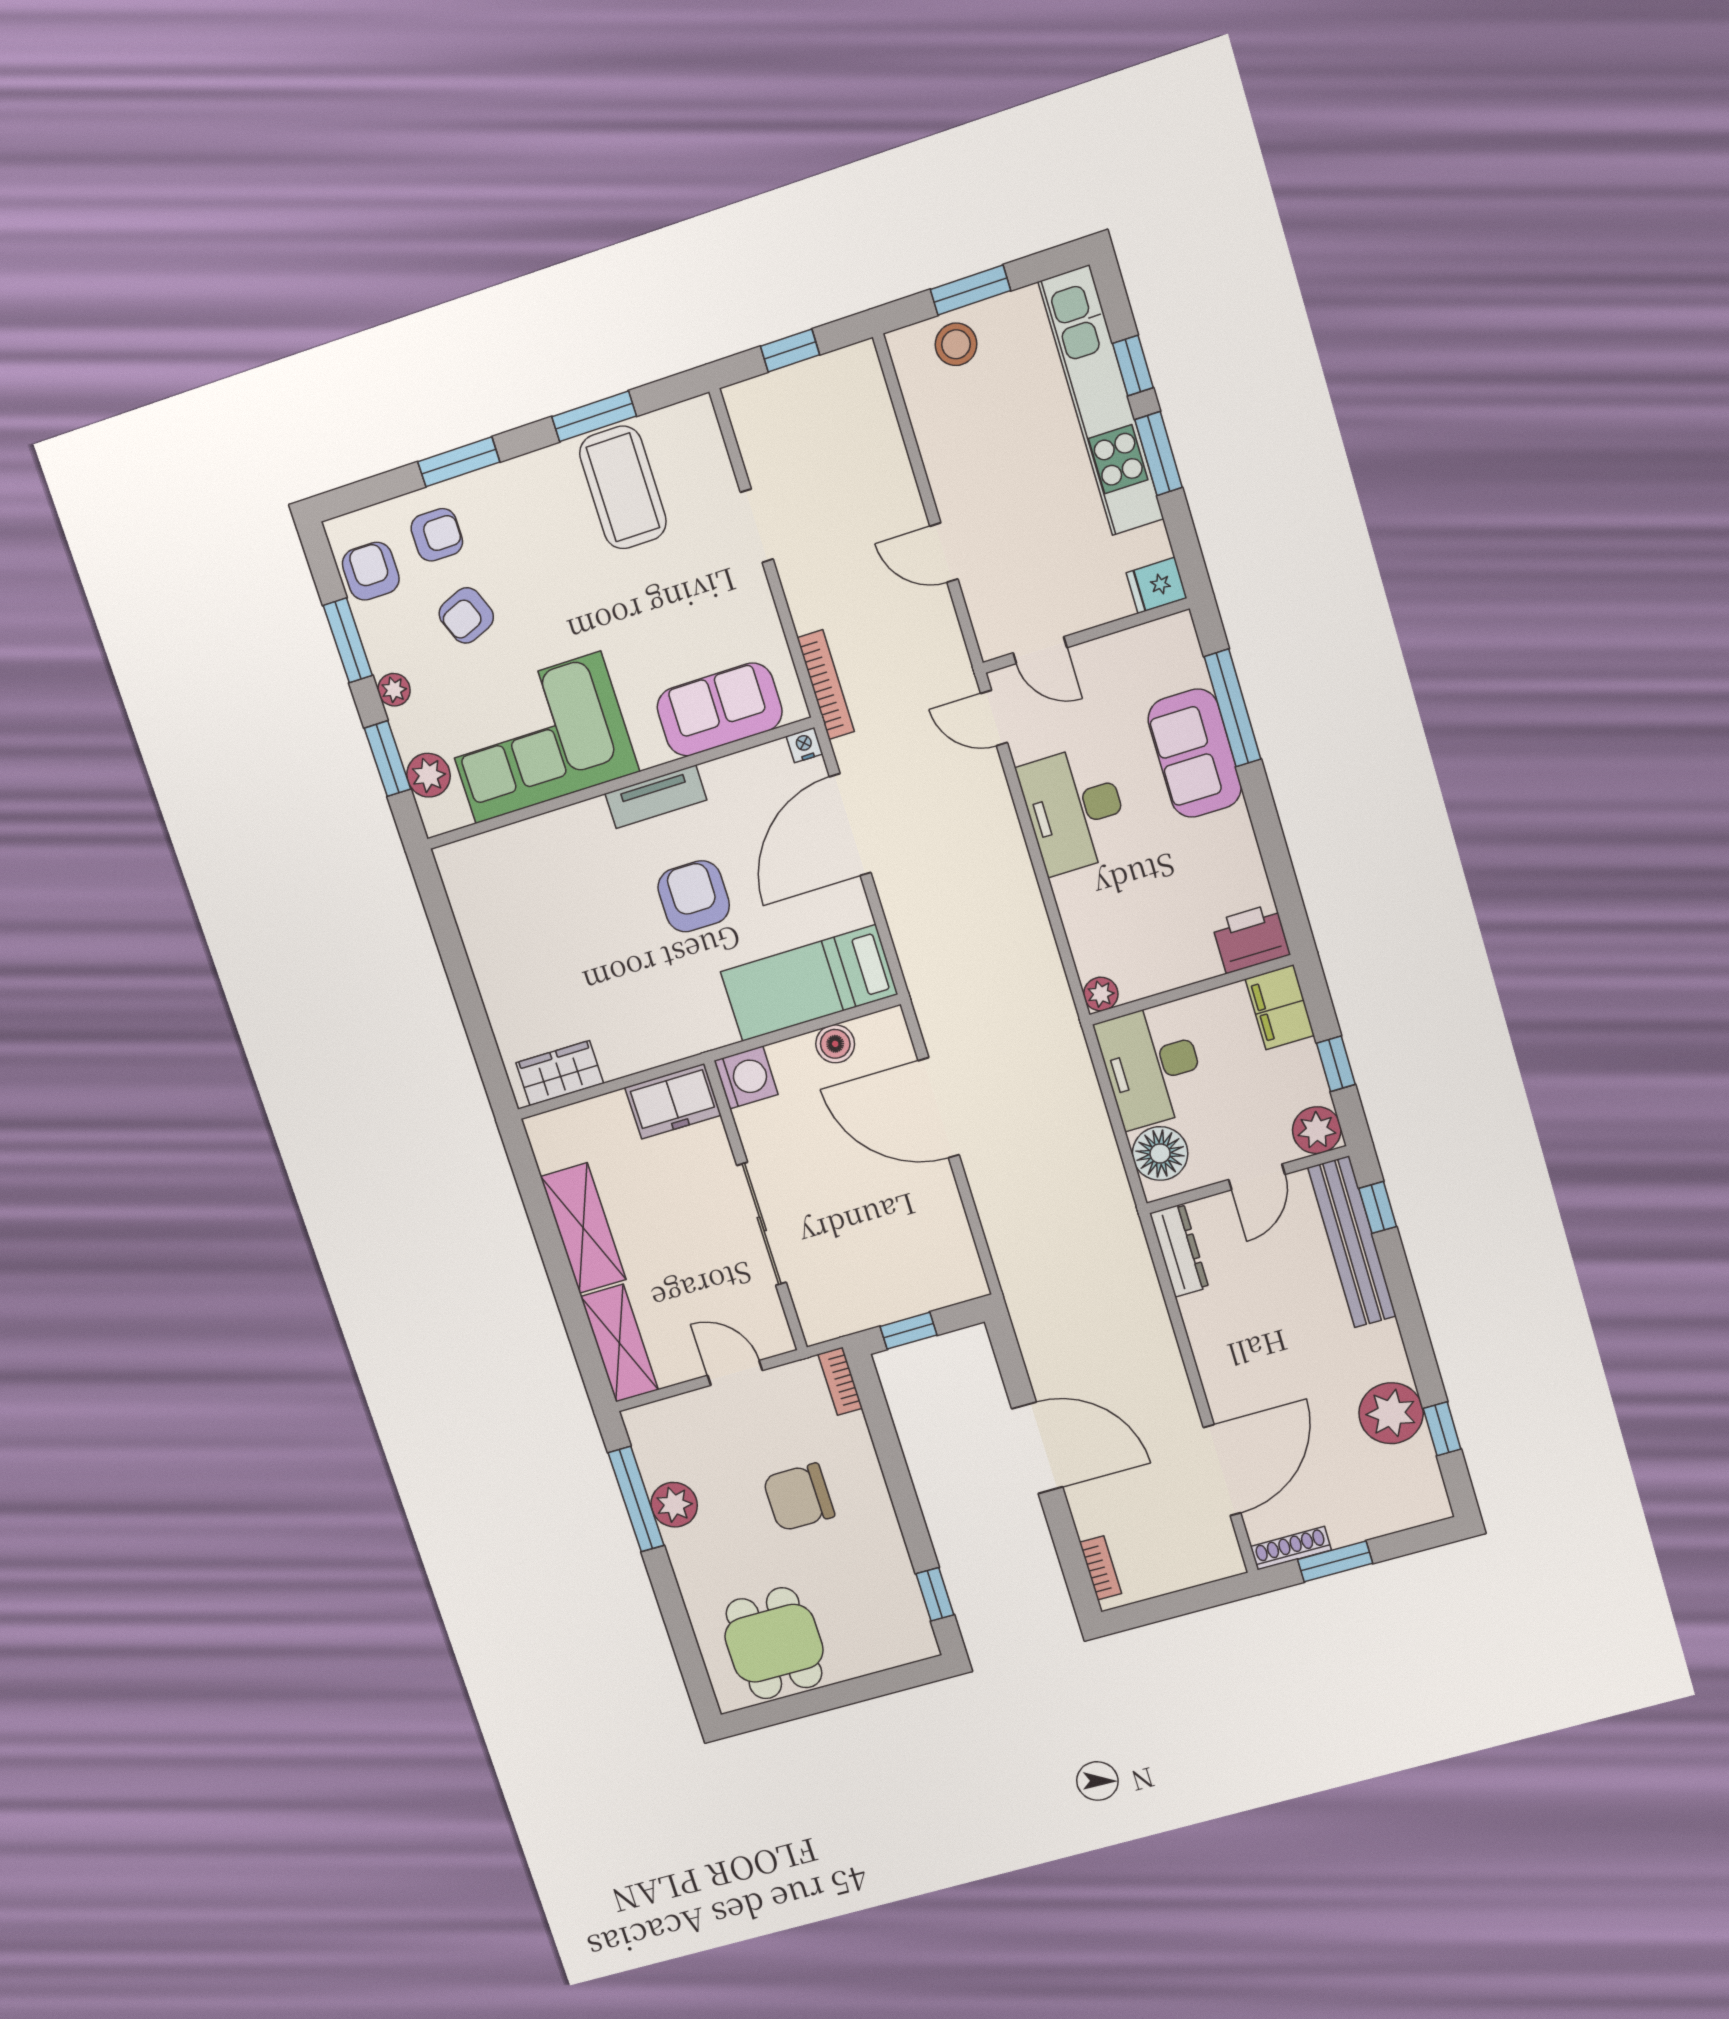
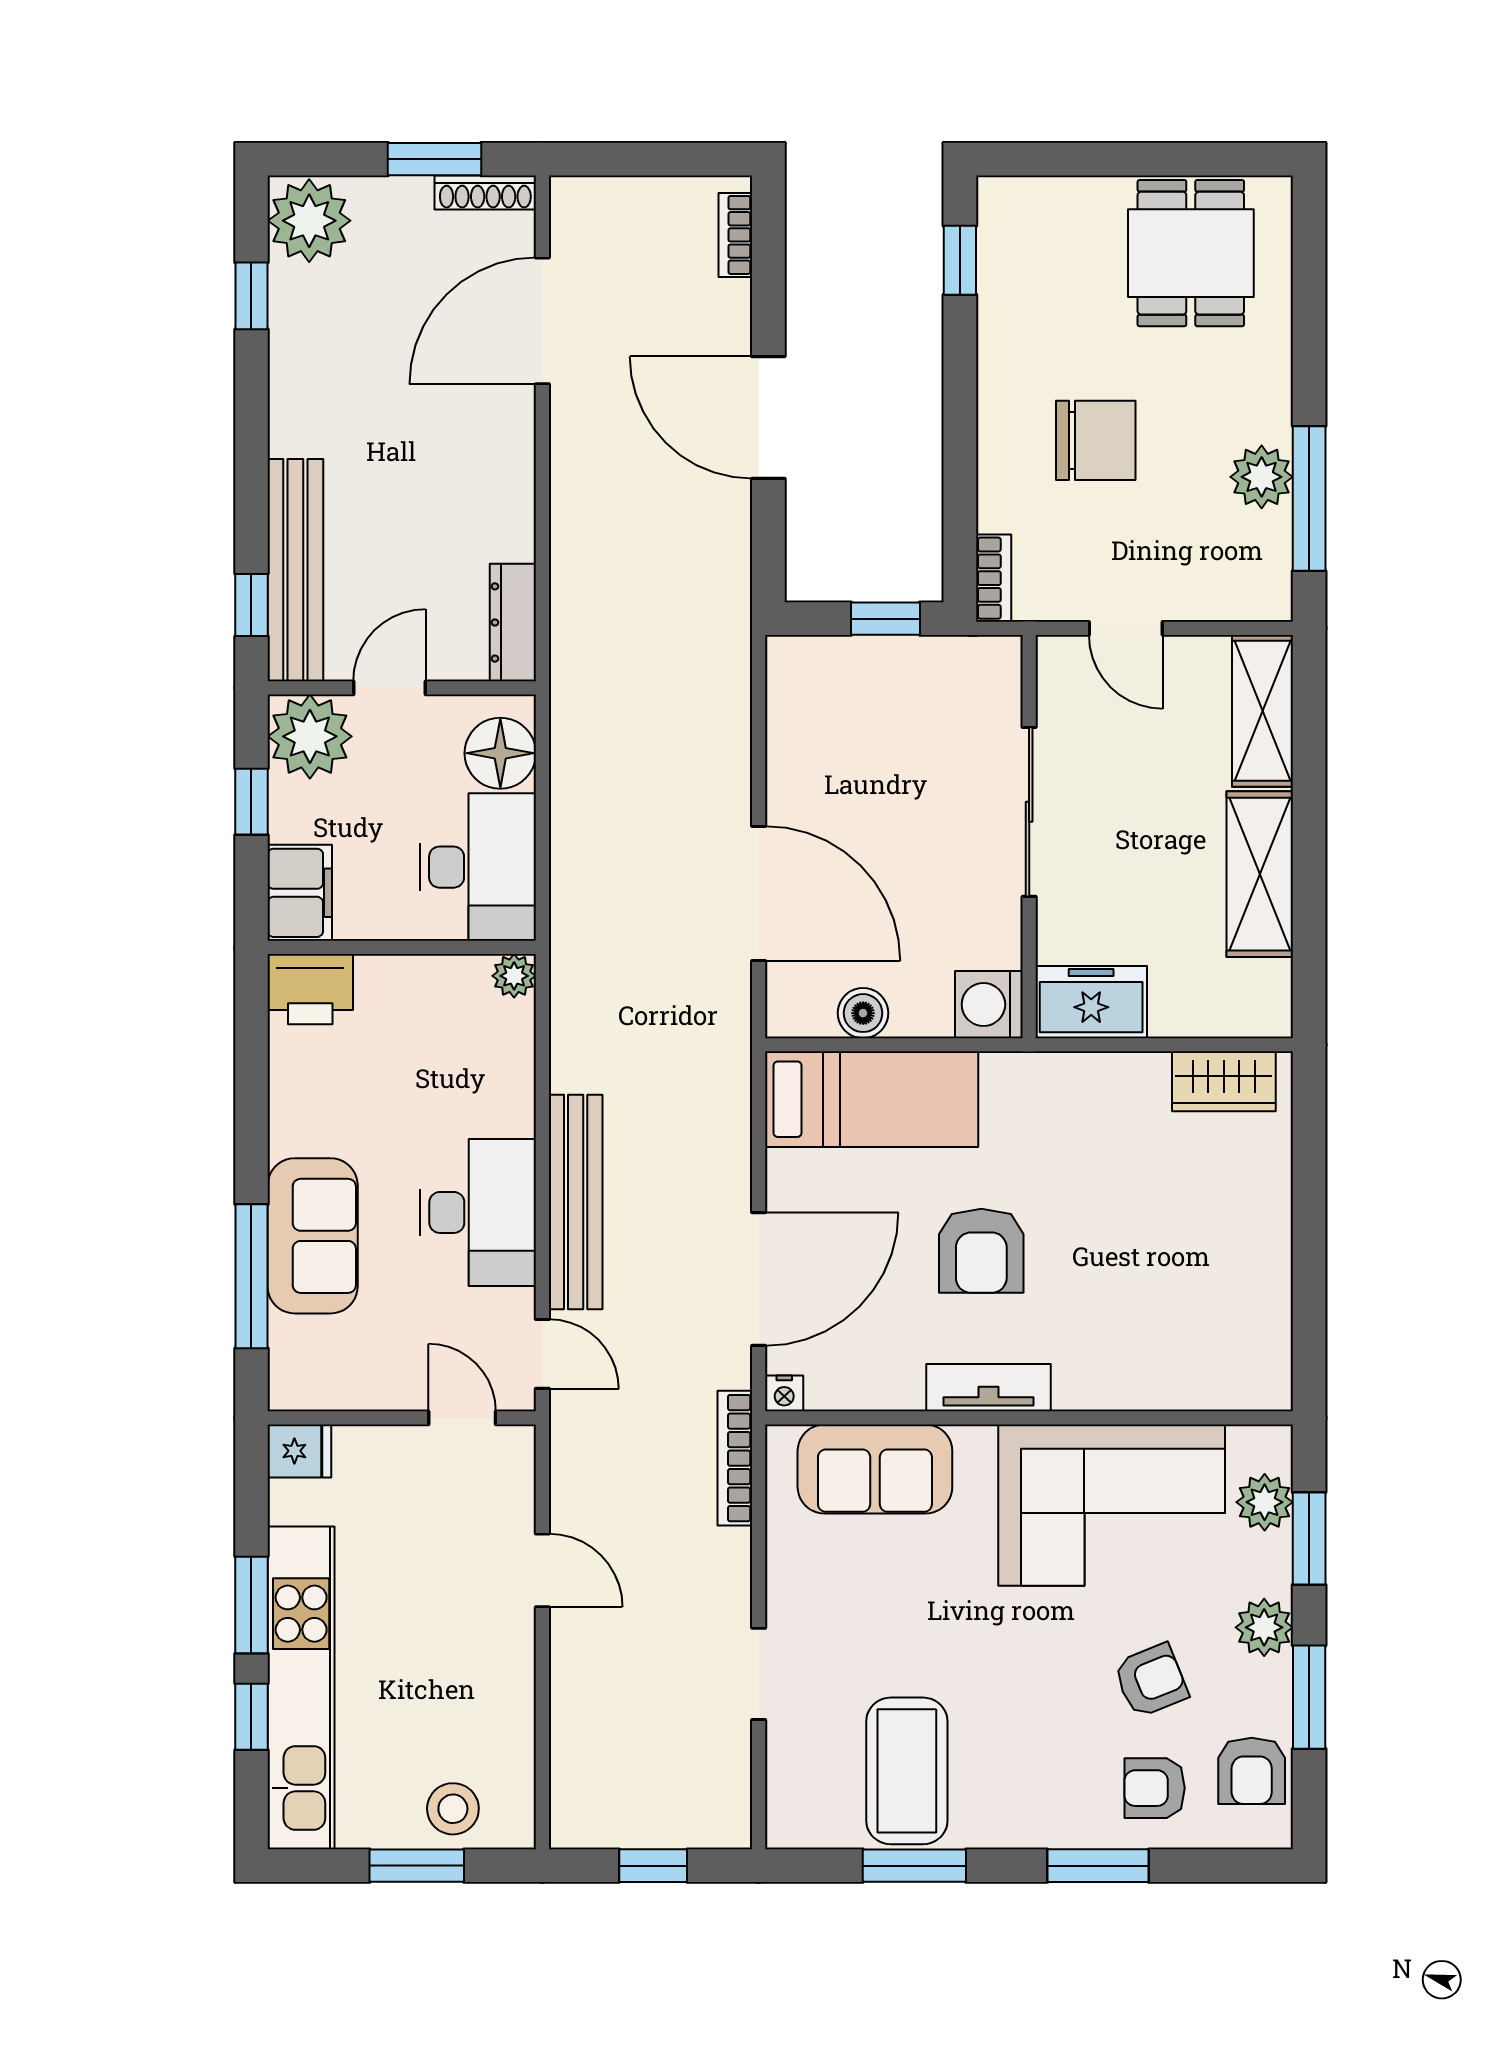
plant: (394, 690) -> (1264, 1627), width x1.38, depth x1.38
bench: (1004, 840) -> (576, 1202), added
plant: (1317, 1130) -> (310, 736), width x1.36, depth x1.36
plant: (1391, 1413) -> (309, 221), moved

